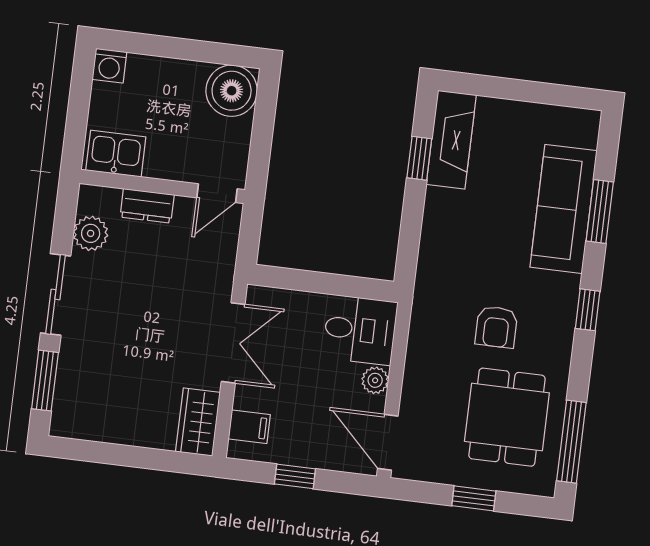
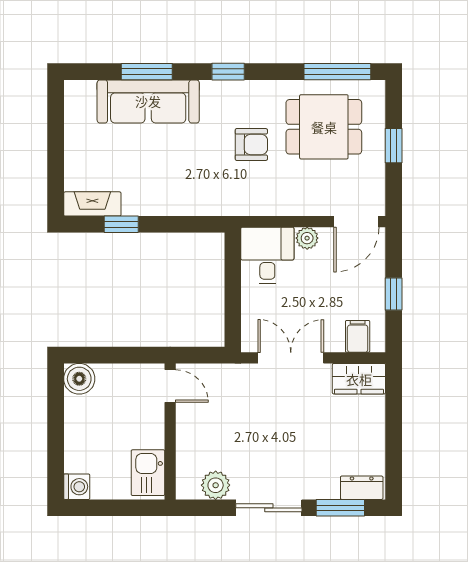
boiler: (232, 91) -> (79, 379), width x0.73, depth x0.73
fireplace: (451, 140) -> (92, 204), width x0.73, depth x0.76
dresser: (147, 206) -> (362, 488), moved, turned -90

